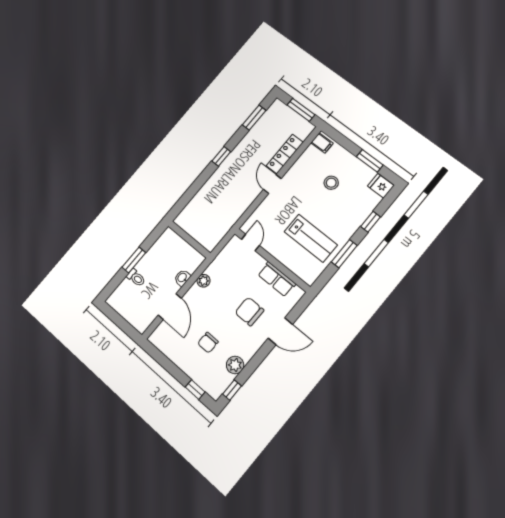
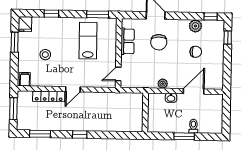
window: (344, 254) -> (98, 14), moved

